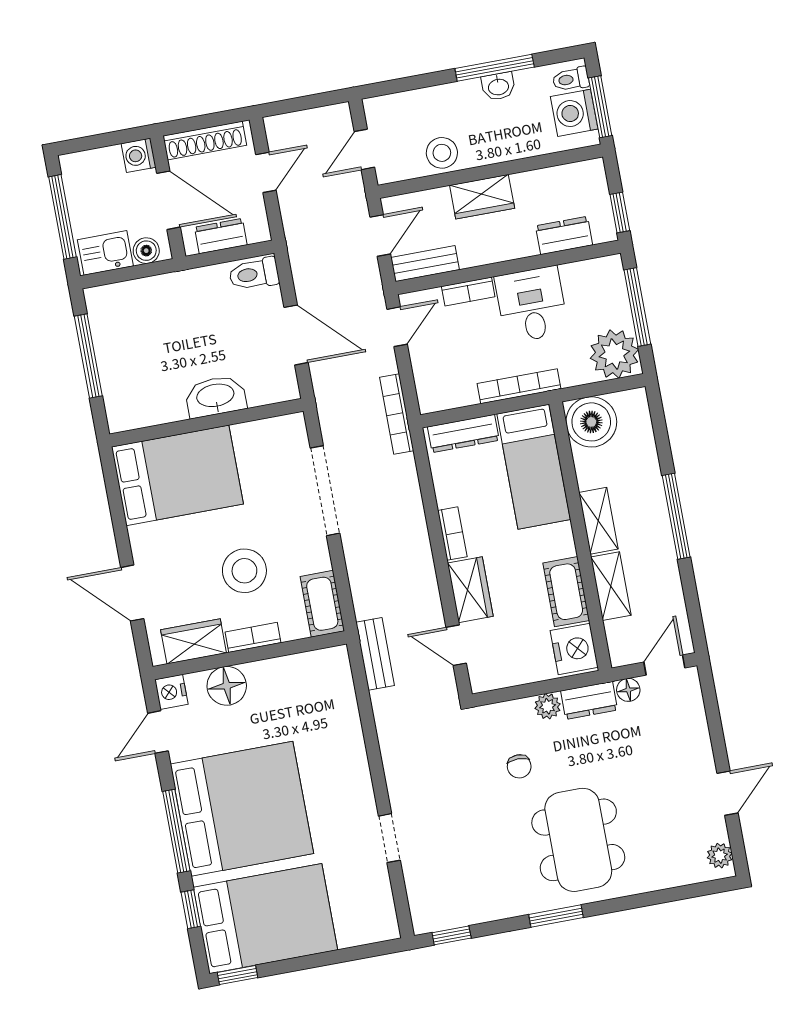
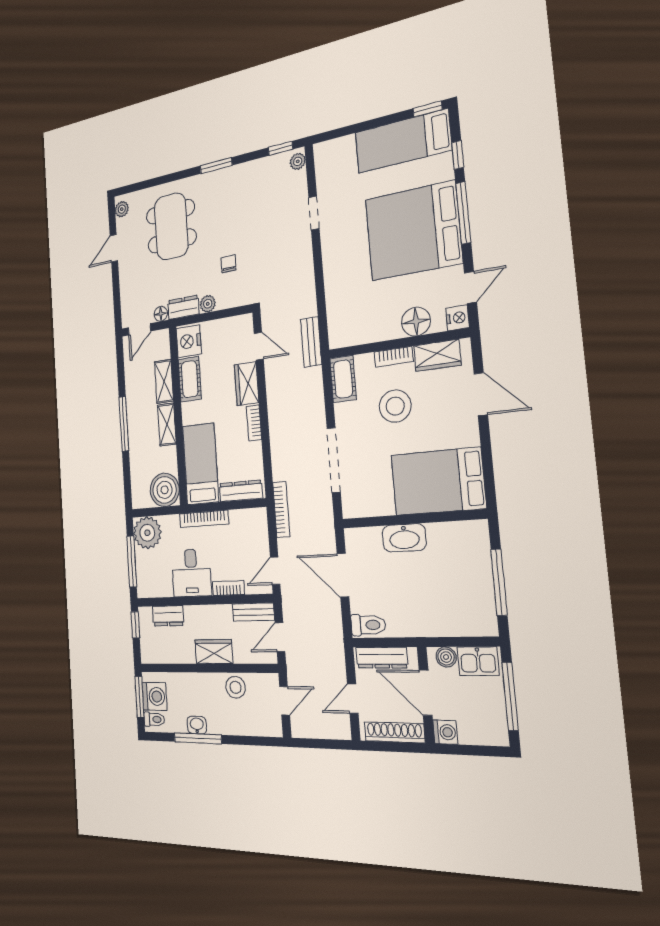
dresser: (221, 236) -> (382, 658), width x1.44
dining table: (578, 840) -> (171, 226), moved
plant: (422, 914) -> (298, 161), added
bed: (265, 919) -> (403, 141), width x0.67

